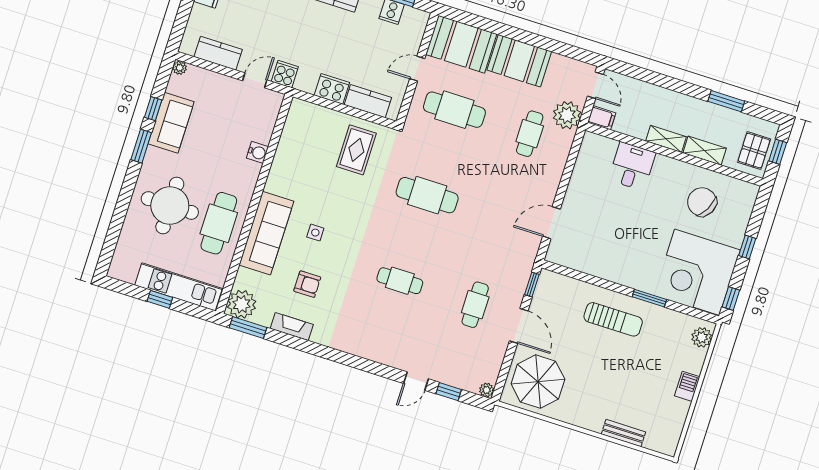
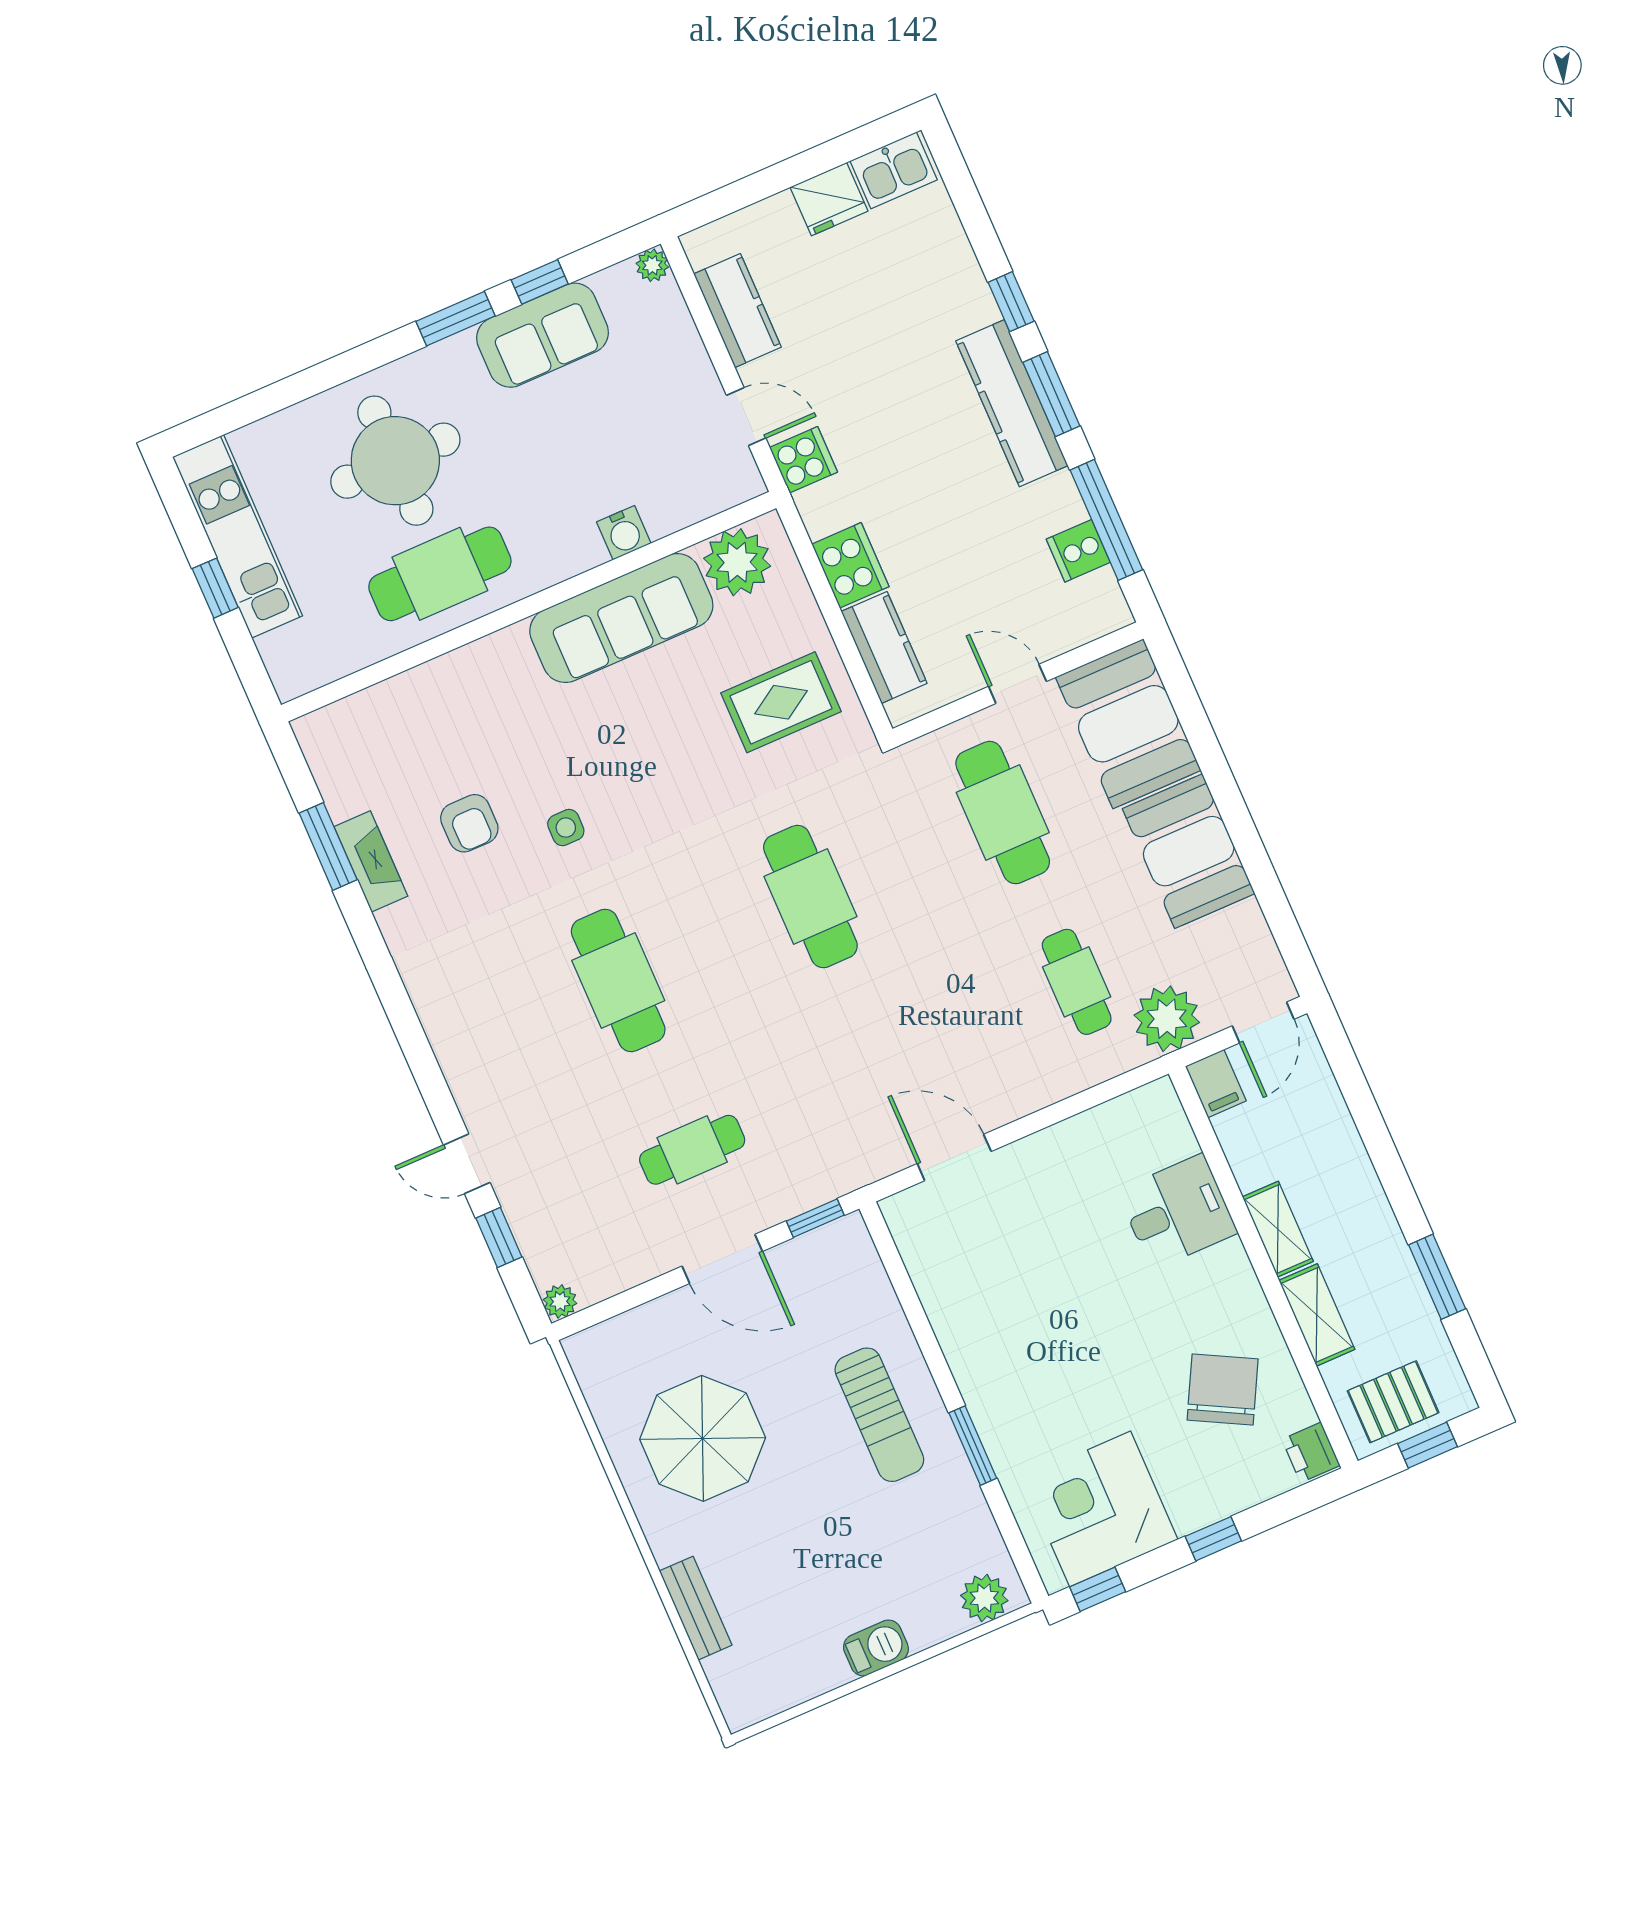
cafe table: (530, 134) -> (1077, 982), turned 90
printer: (747, 191) -> (1311, 1452), added
sofa: (266, 233) -> (621, 618), moved
side table: (315, 233) -> (566, 828), moved
corner desk: (697, 272) -> (1100, 1509), width x0.74, depth x0.74
cafe table: (400, 281) -> (618, 980), width x1.37, depth x1.35
kitchen unit: (178, 287) -> (238, 536), moved
plant: (242, 304) -> (737, 562), moved
door: (519, 326) -> (722, 1259), hinge flipped
window: (248, 328) -> (328, 846), moved
parasol: (538, 382) -> (703, 1438), moved

